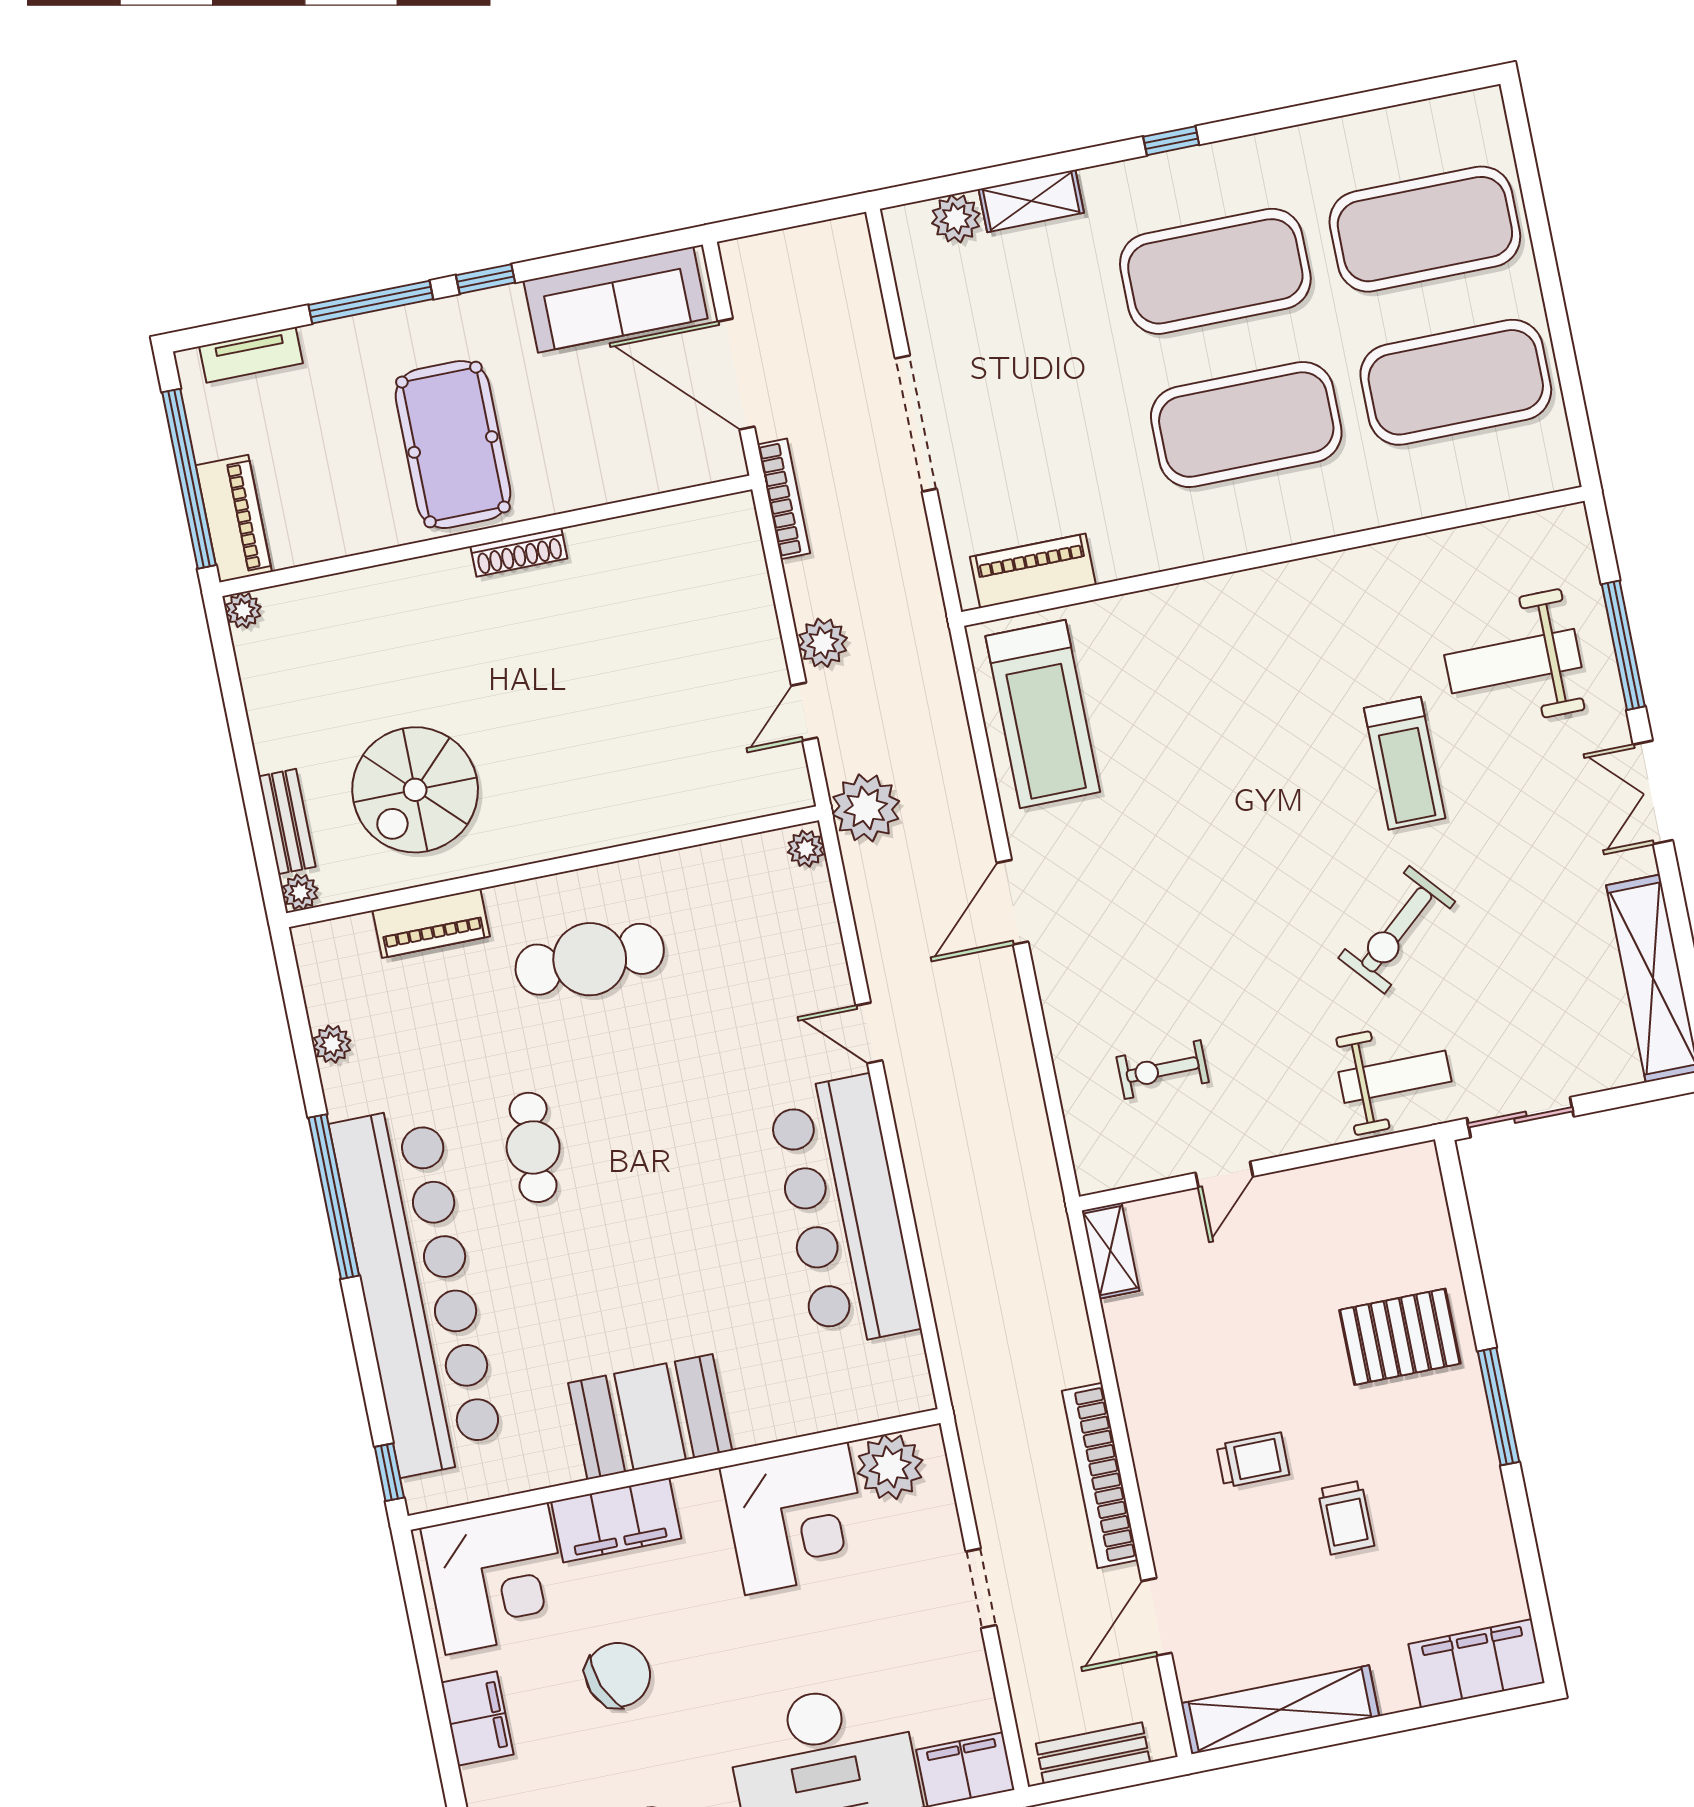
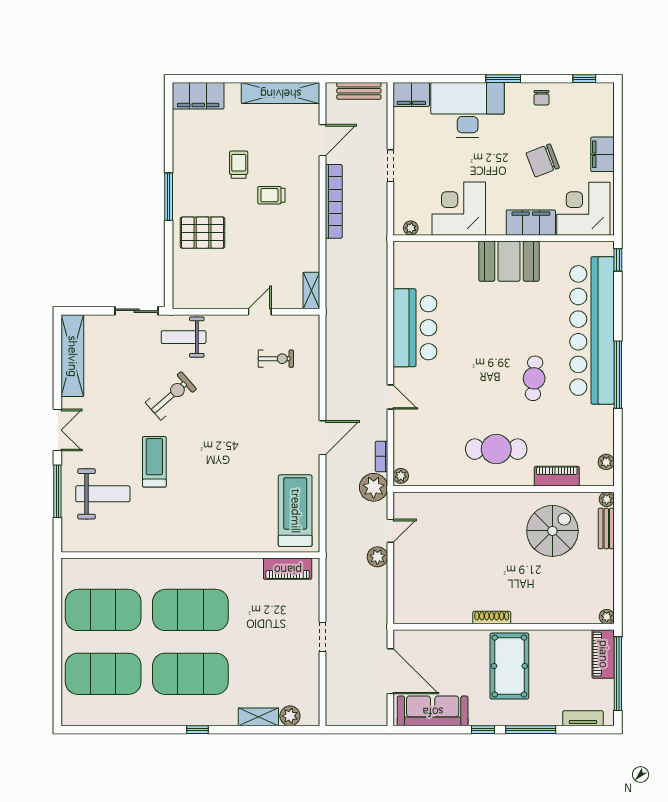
doorway: (916, 424) -> (322, 637), width x0.53
bookcase: (784, 499) -> (381, 456), moved, width x0.64
plant: (332, 1044) -> (606, 462), moved
bar counter: (844, 1211) -> (415, 328), width x0.73
plant: (890, 1467) -> (411, 228), width x0.53, depth x0.53

